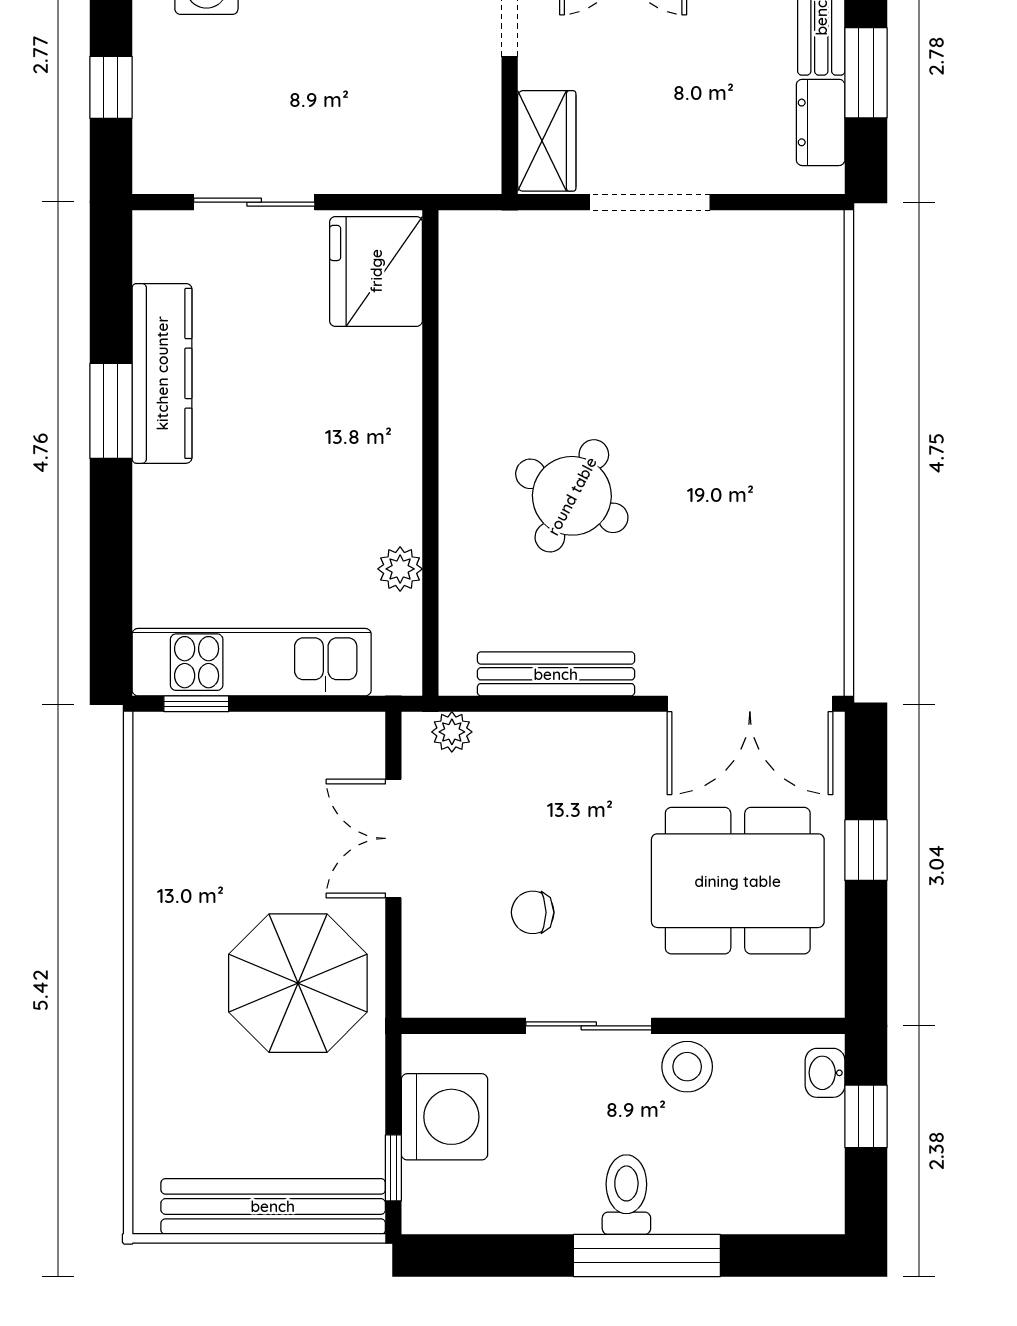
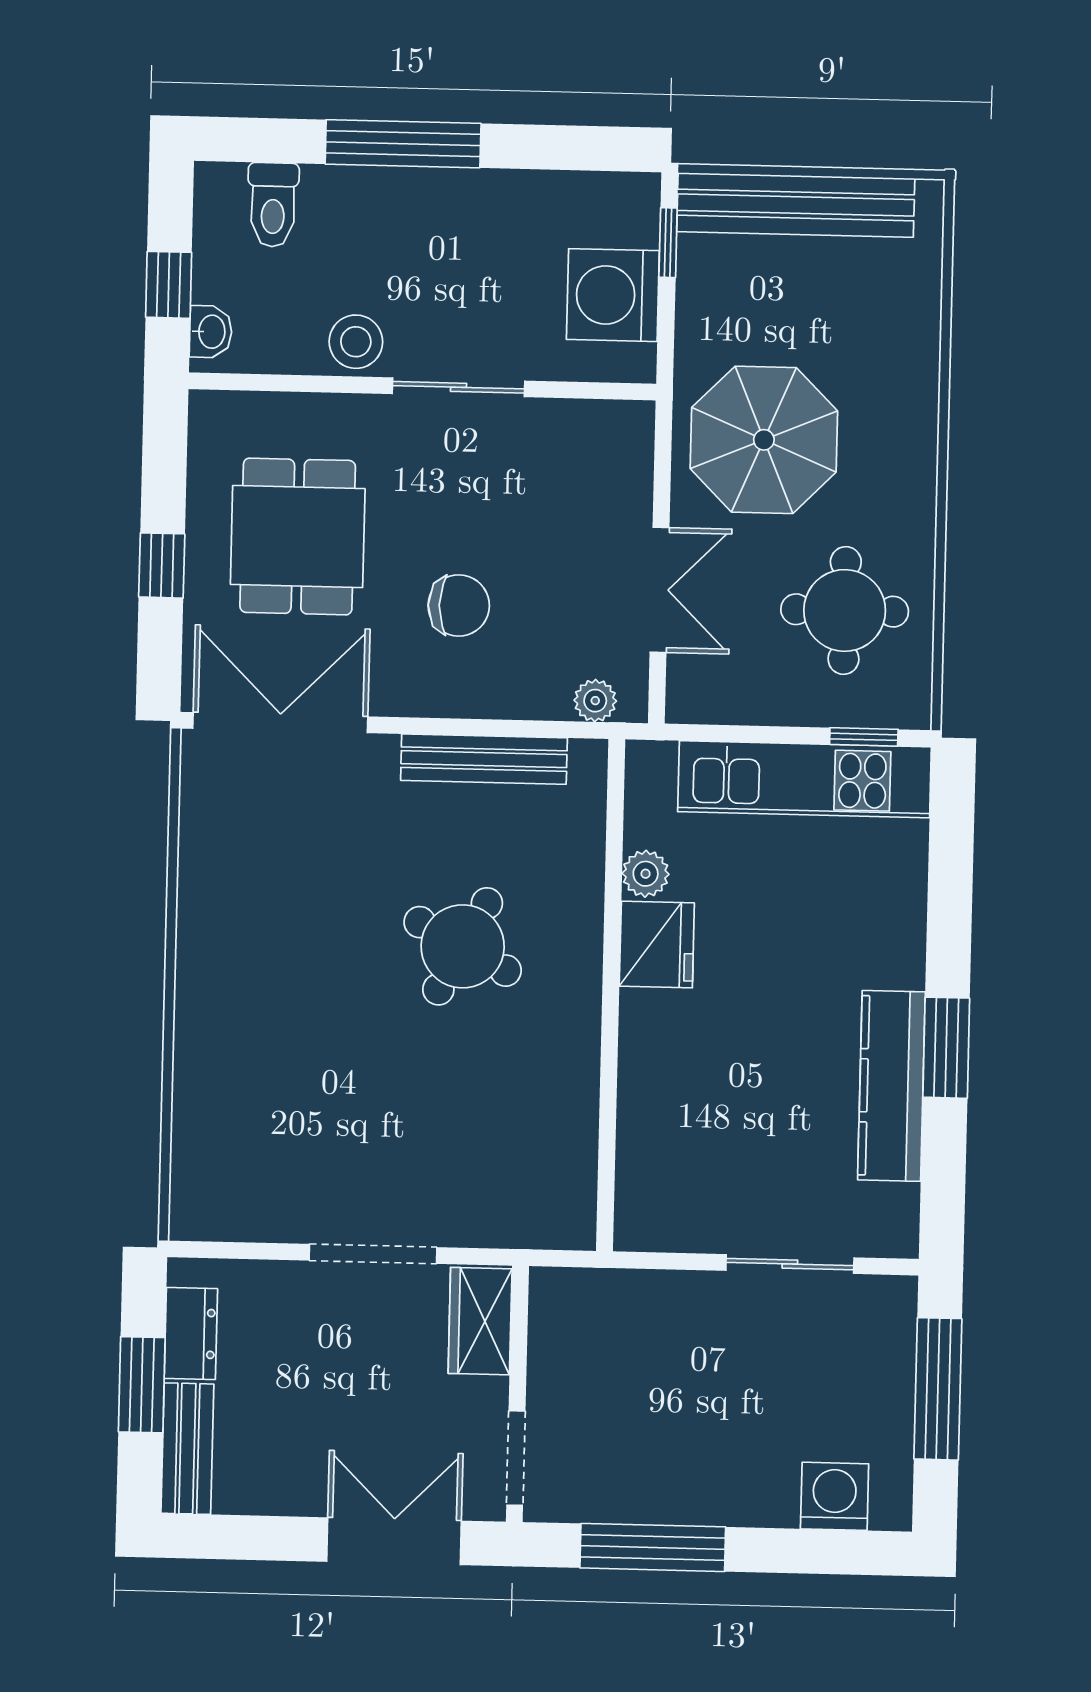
window: (111, 87) -> (938, 1389), width x2.17
fridge: (376, 271) -> (657, 945), moved, width x0.73, depth x0.75
round table: (217, 823) -> (845, 610), added
dining table: (738, 881) -> (298, 536), width x0.73
chair: (533, 912) -> (459, 606), moved, width x1.37, depth x1.37
toilet: (626, 1195) -> (273, 205), moved

